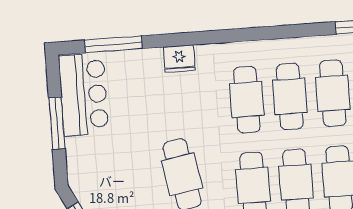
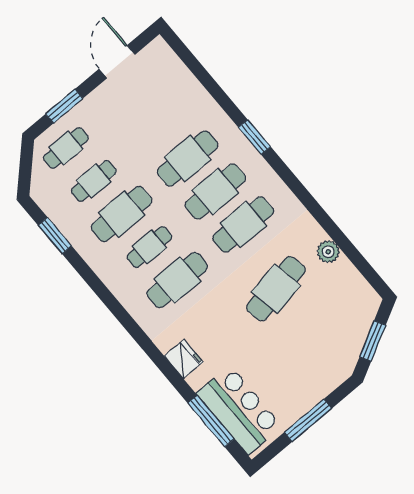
bar counter: (84, 95) -> (239, 410), moved, turned 90
cafe table: (290, 96) -> (149, 247), width x0.73, depth x0.74

